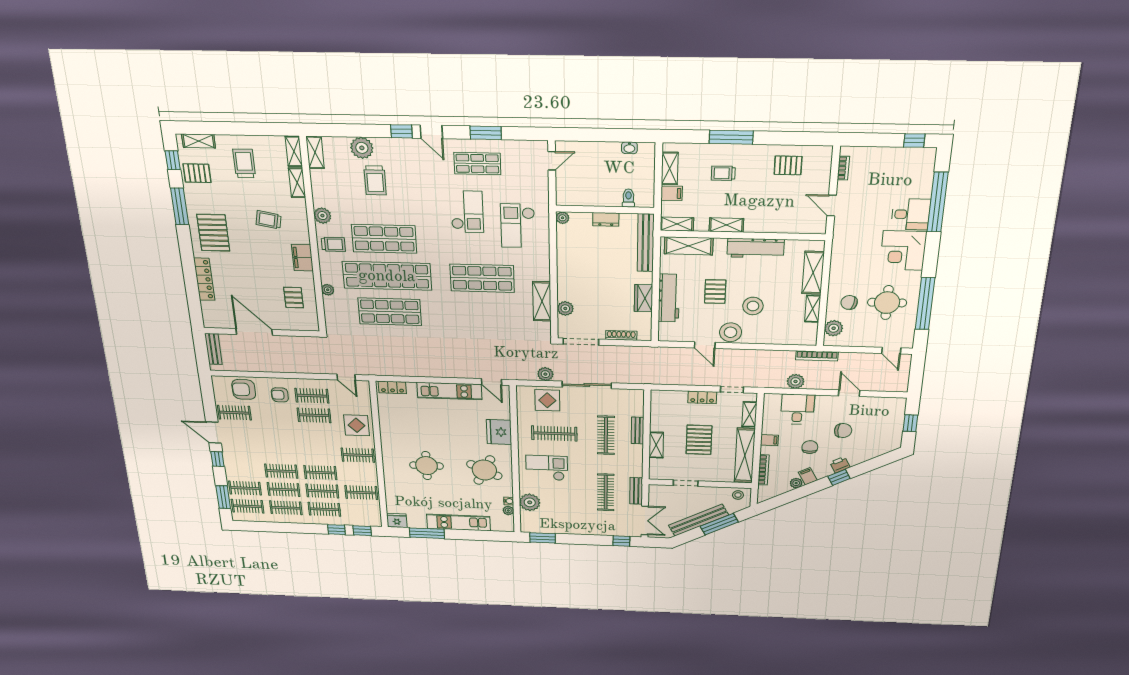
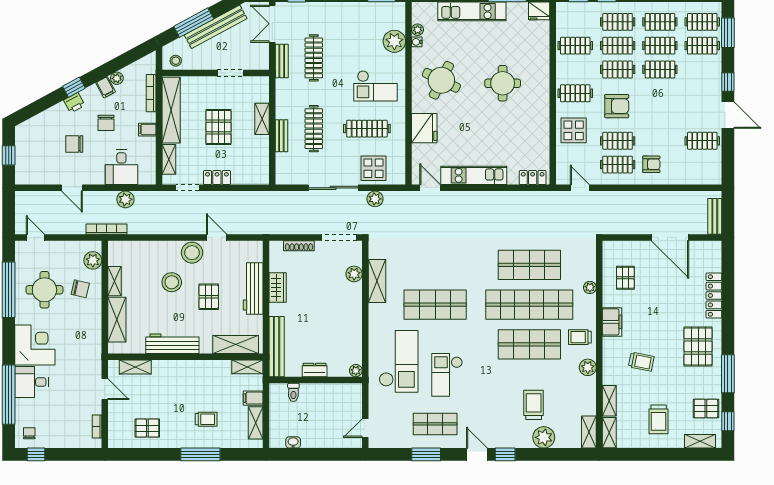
chair: (919, 163) -> (29, 433), added
shelving: (726, 225) -> (135, 367), moved
checkout: (518, 226) -> (399, 361), width x1.36, depth x1.21
armchair: (244, 389) -> (617, 106), moved

